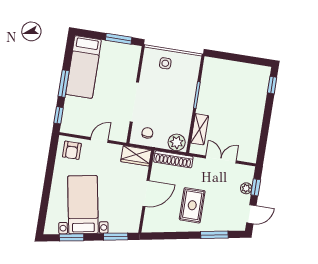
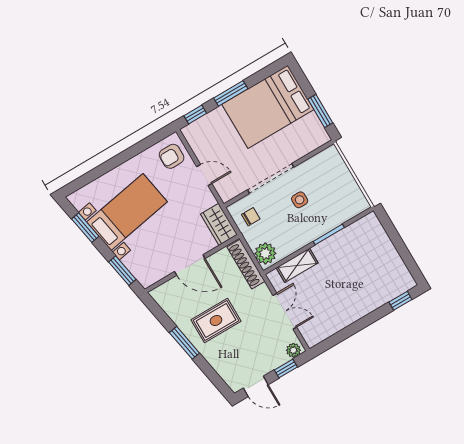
side table: (165, 63) -> (300, 200), moved
bed: (84, 67) -> (268, 107), width x1.50
plant: (246, 188) -> (293, 350), moved
window: (214, 235) -> (184, 343), moved

